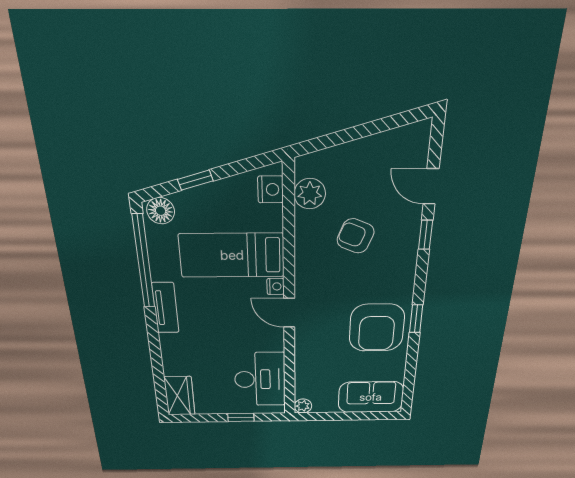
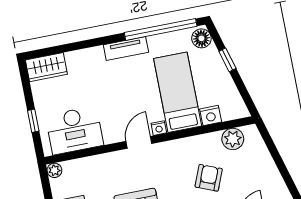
nightstand: (271, 189) -> (211, 116), moved

